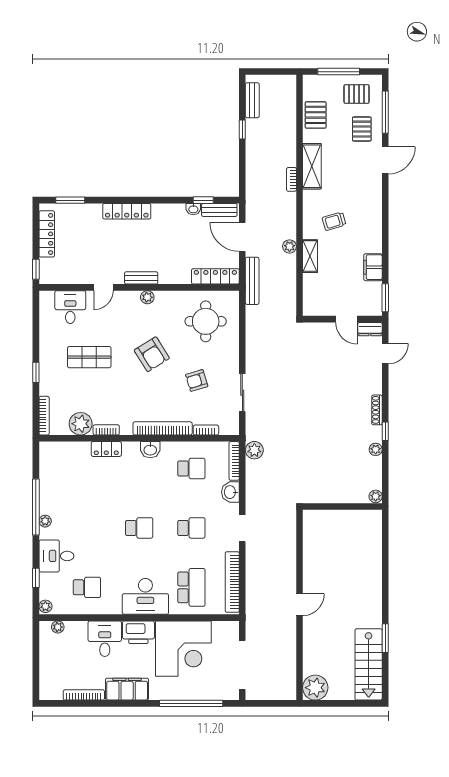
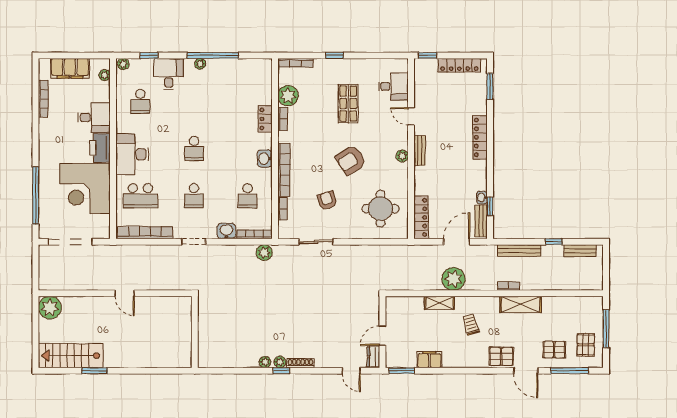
pallet: (316, 115) -> (501, 356), moved
plant: (290, 246) -> (453, 279), width x1.88, depth x1.88
bench: (252, 281) -> (519, 251), moved
plant: (376, 496) -> (280, 362), moved
wall: (342, 507) -> (195, 332), moved
filing cabinet: (127, 689) -> (70, 68), moved, turned 90

